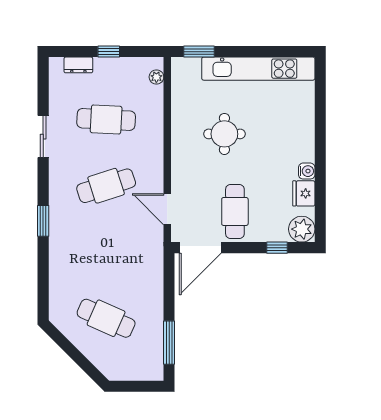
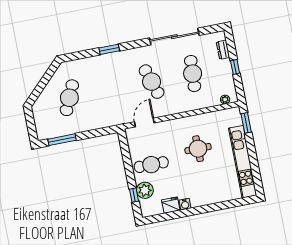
sliding door: (43, 137) -> (174, 37), width x1.86
window: (43, 221) -> (109, 49), moved
plant: (302, 229) -> (145, 190), moved
door: (200, 248) -> (125, 148), removed

